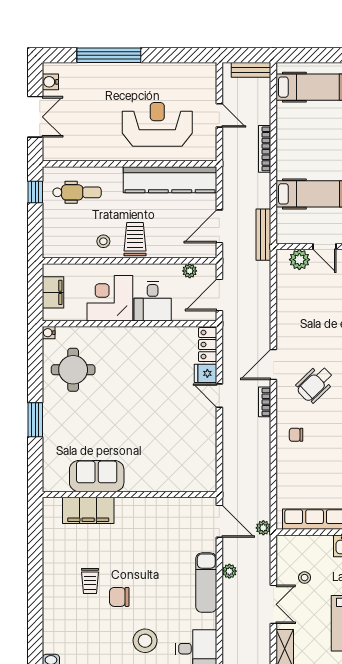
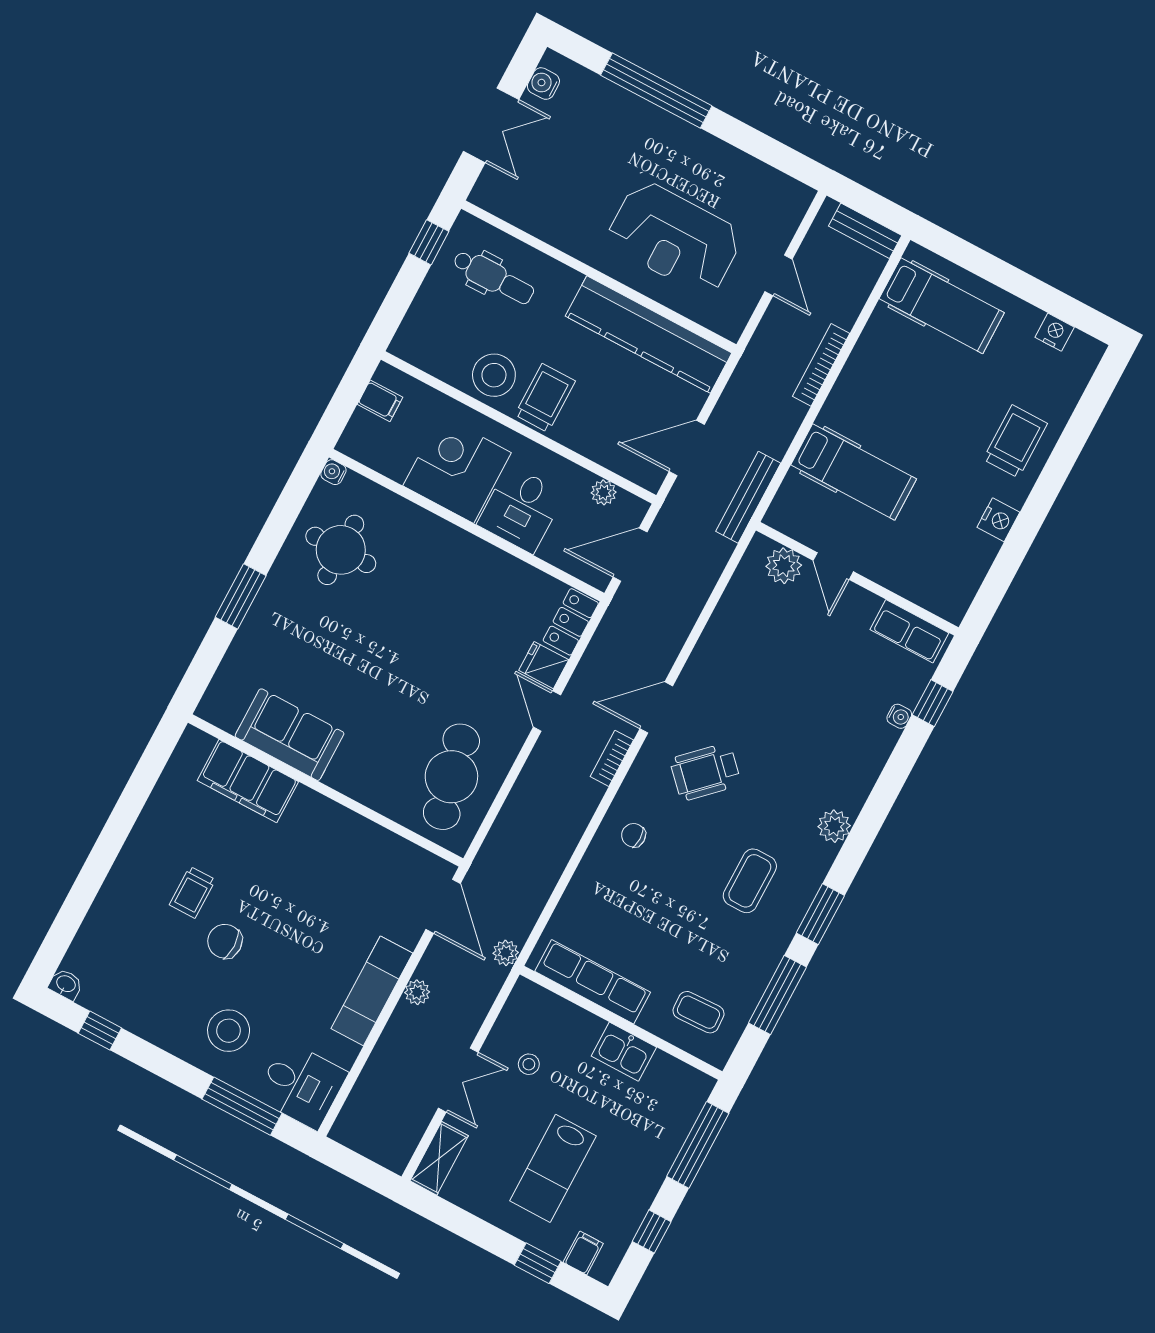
reception desk: (157, 124) -> (674, 238), turned 180
stool: (103, 241) -> (494, 375), width x1.89, depth x1.89
filing cabinet: (53, 292) -> (380, 401), width x0.50
cafe table: (189, 454) -> (451, 777), added

